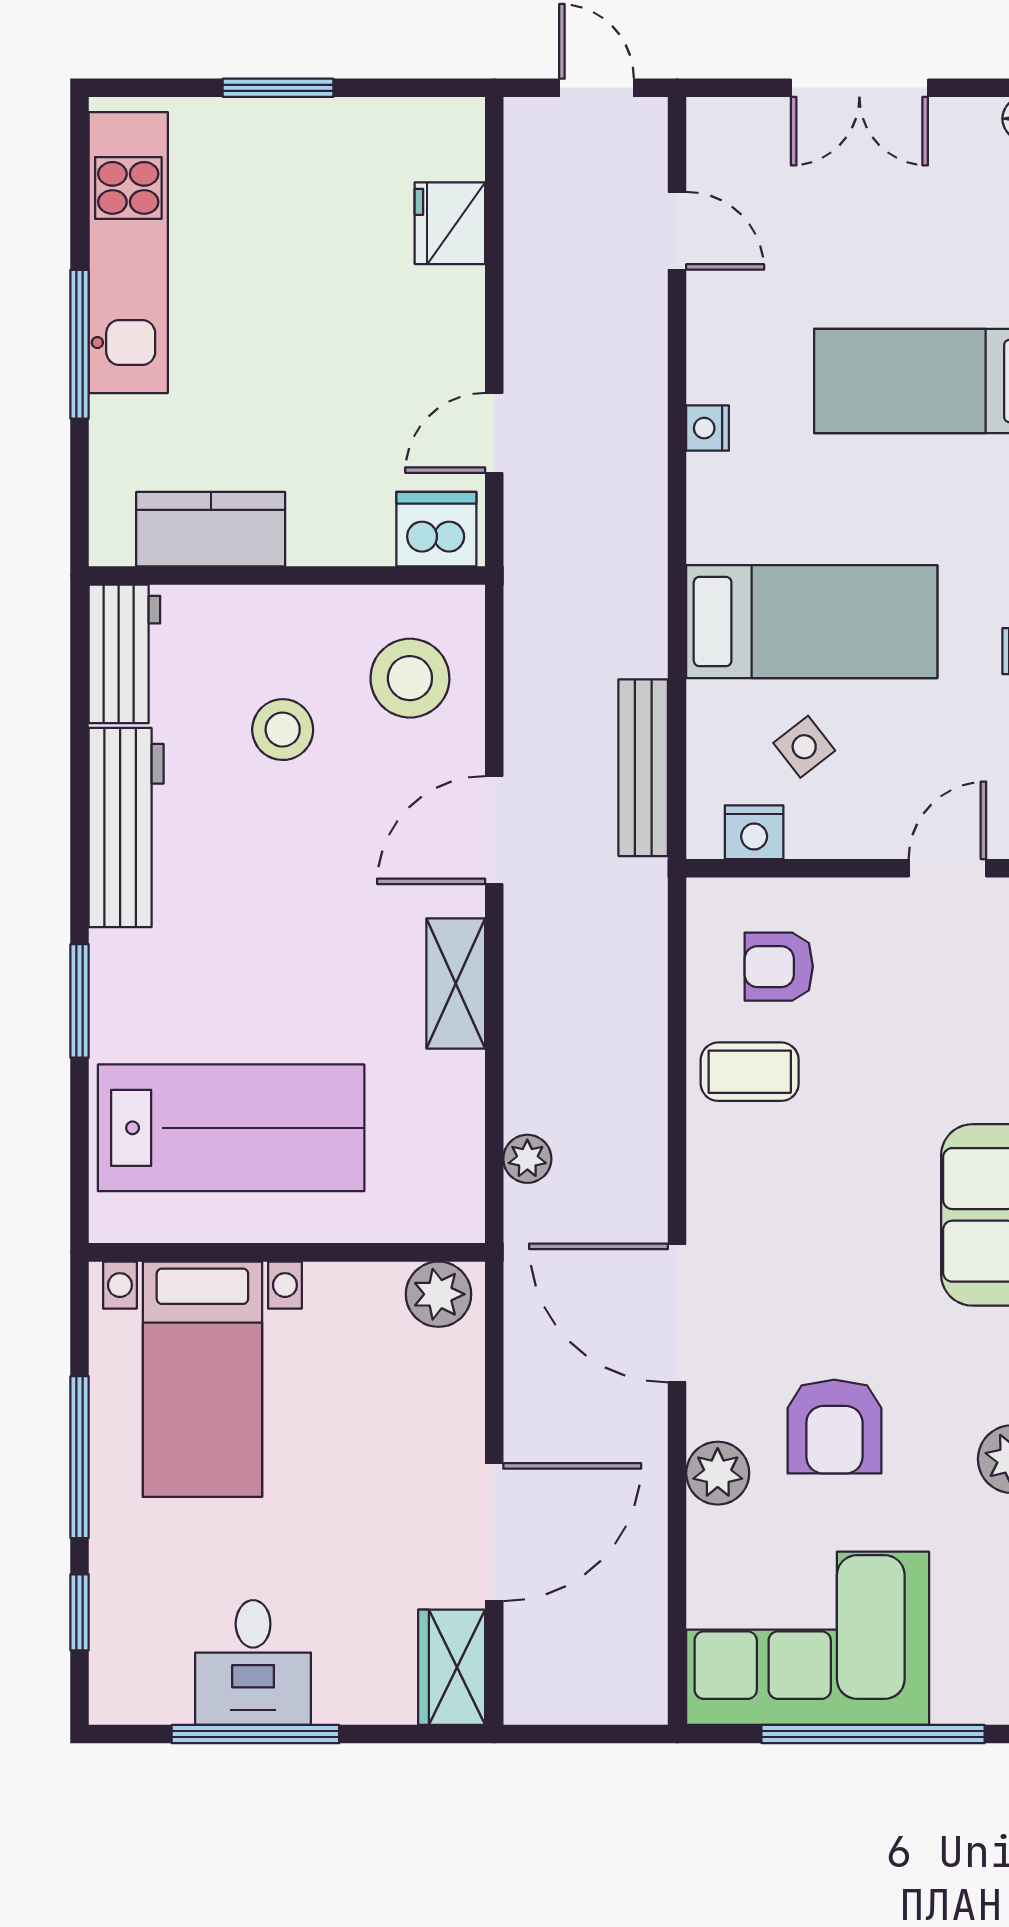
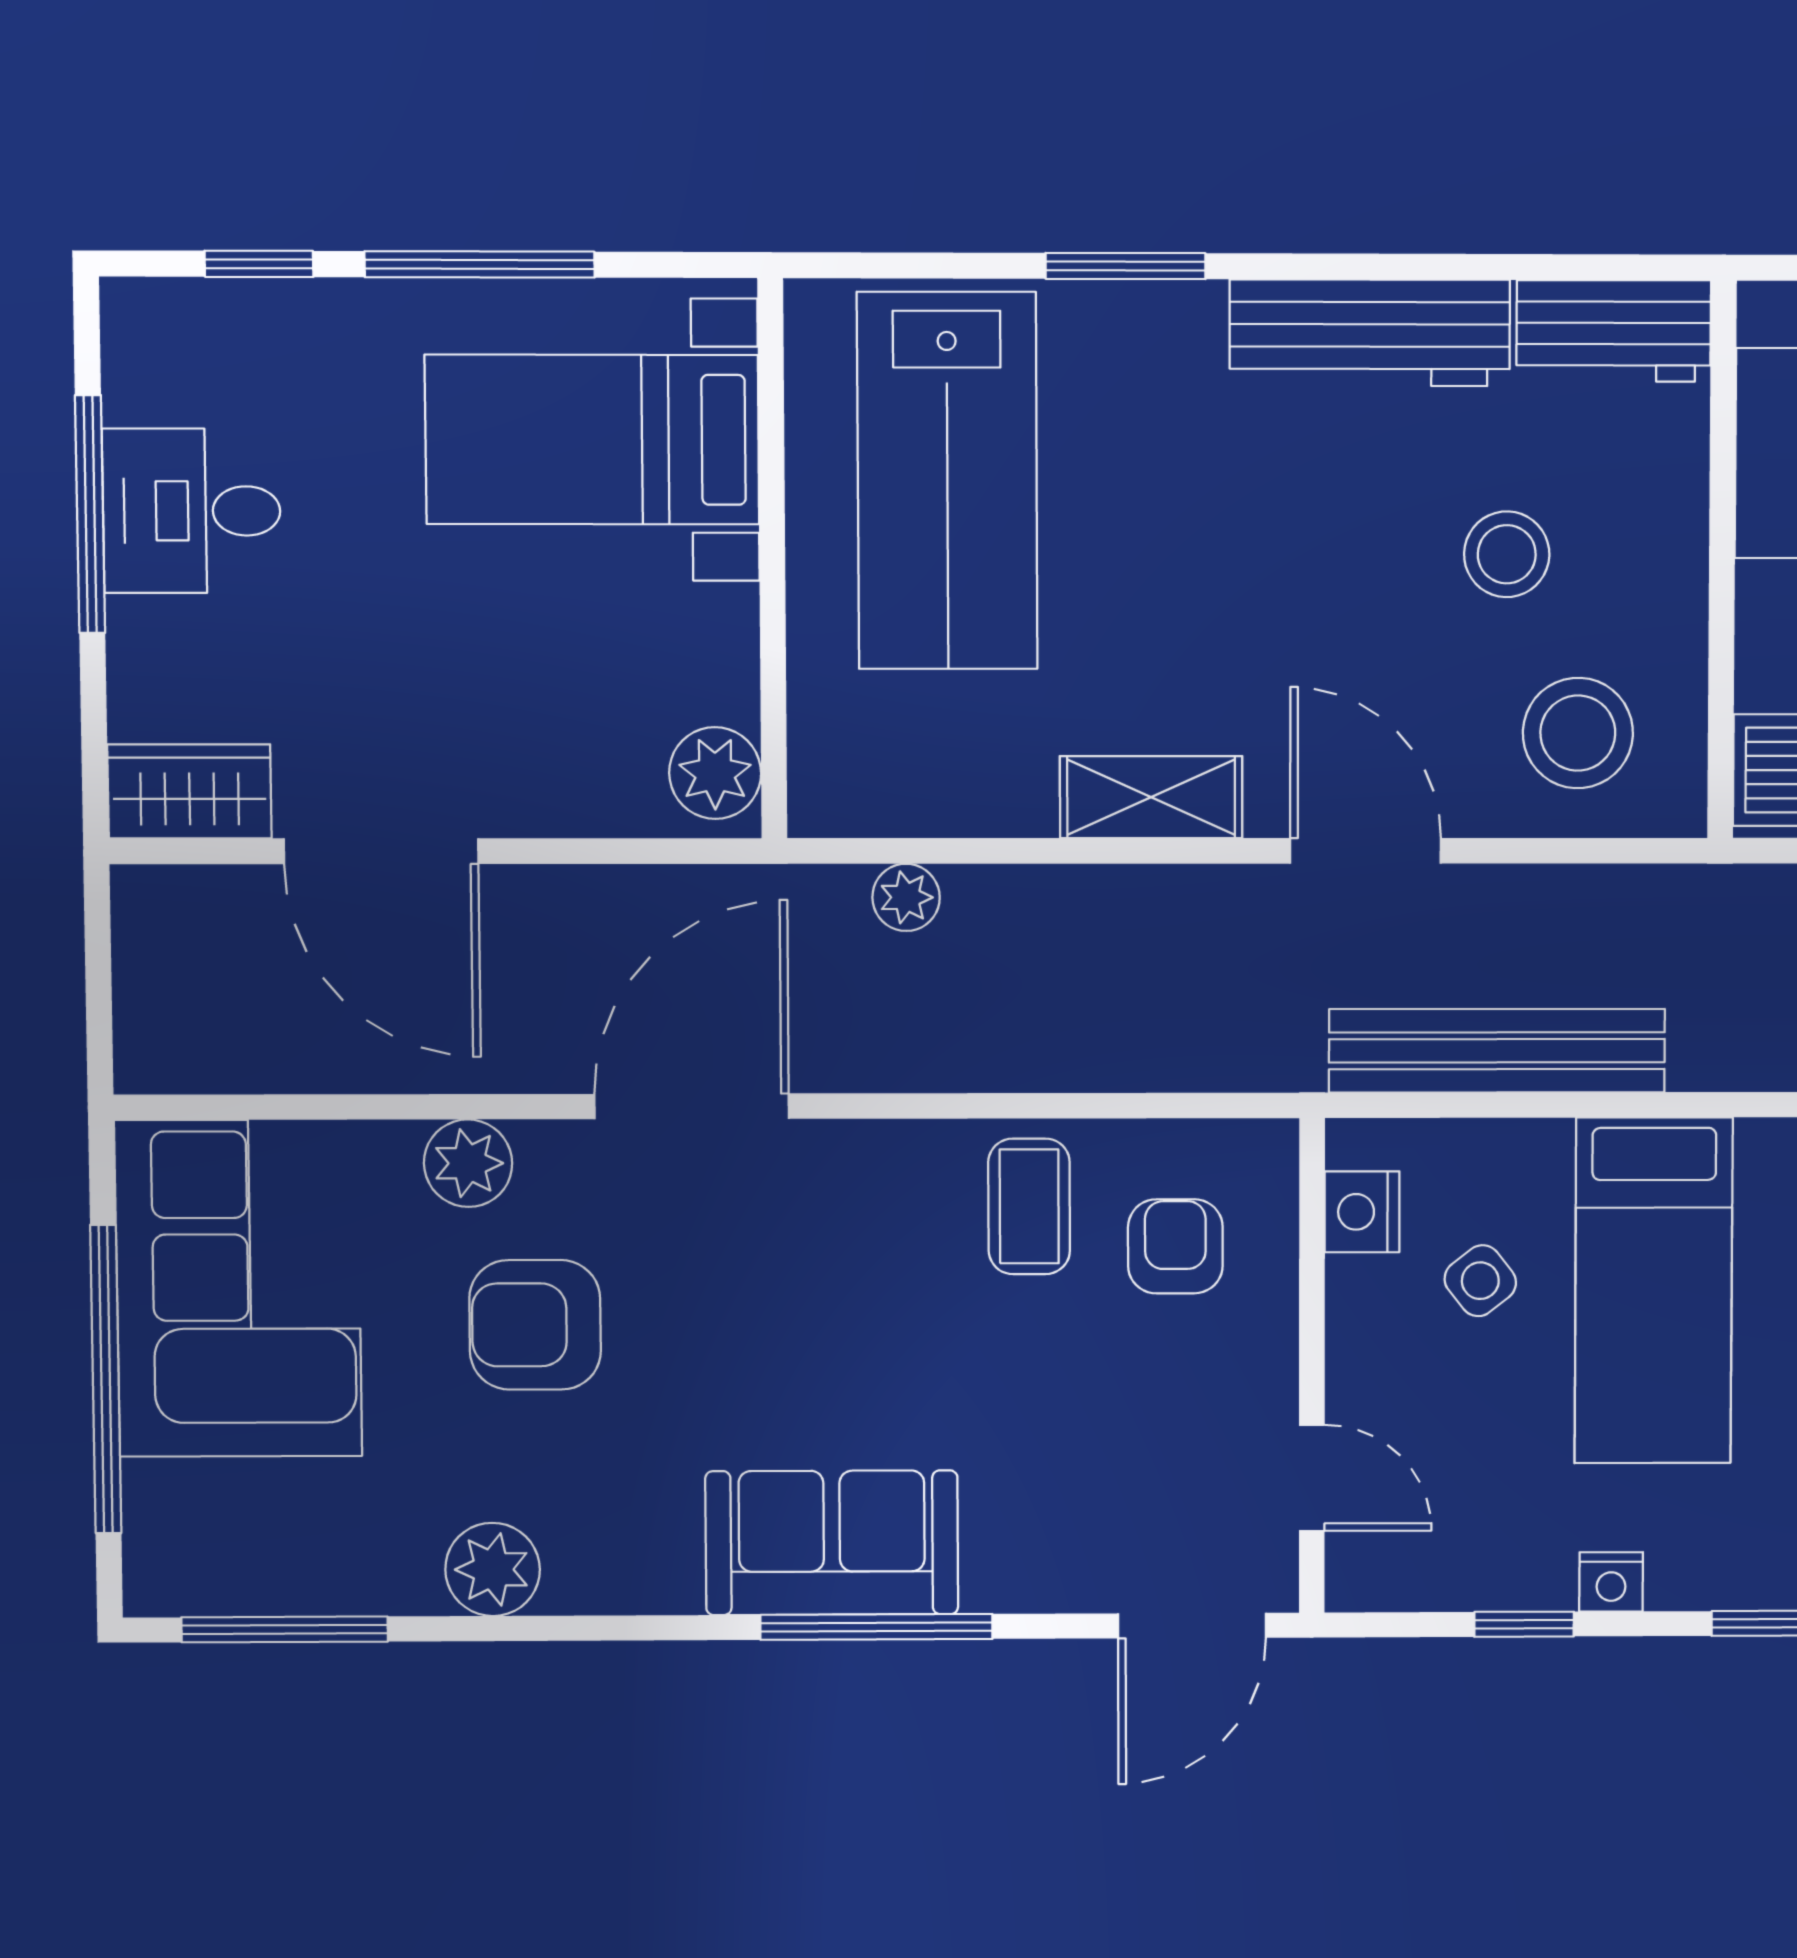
bench: (643, 768) -> (1497, 1051), width x1.37, depth x1.21

